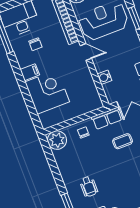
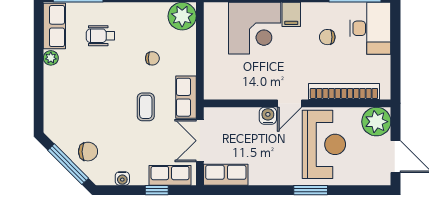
water cooler: (104, 77) -> (268, 116), moved
chair: (83, 132) -> (152, 58), moved

